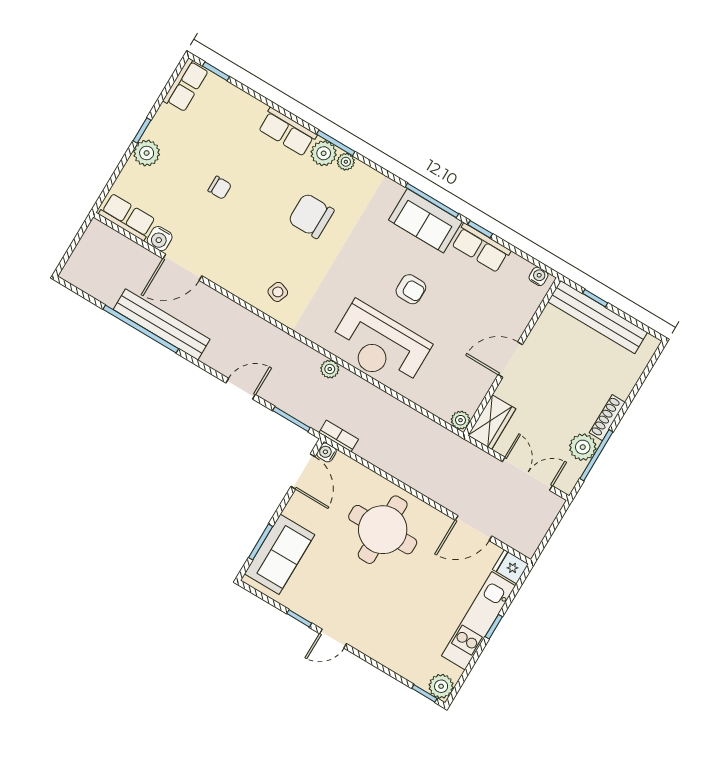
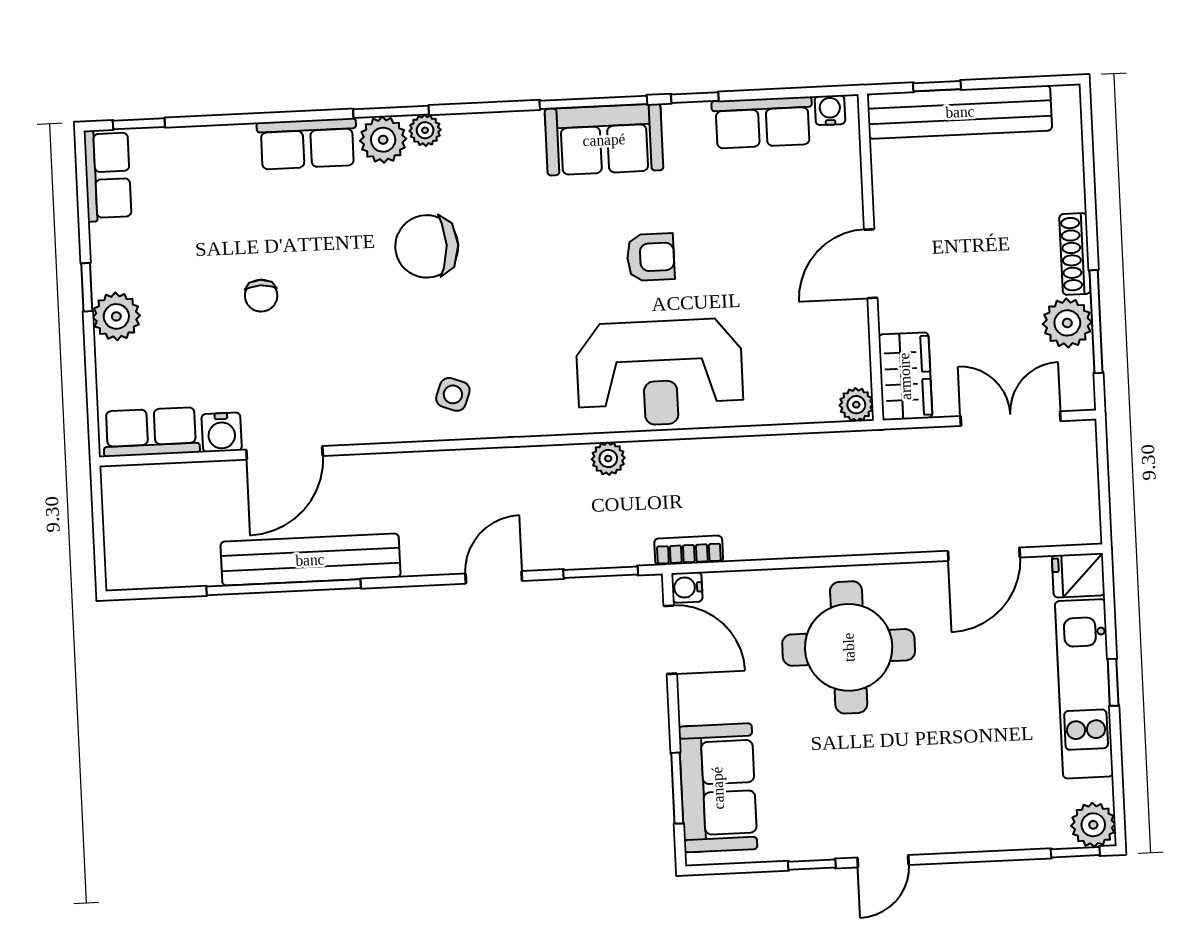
chair: (220, 188) -> (261, 296), turned 90
row of seats: (481, 248) -> (762, 123), moved

